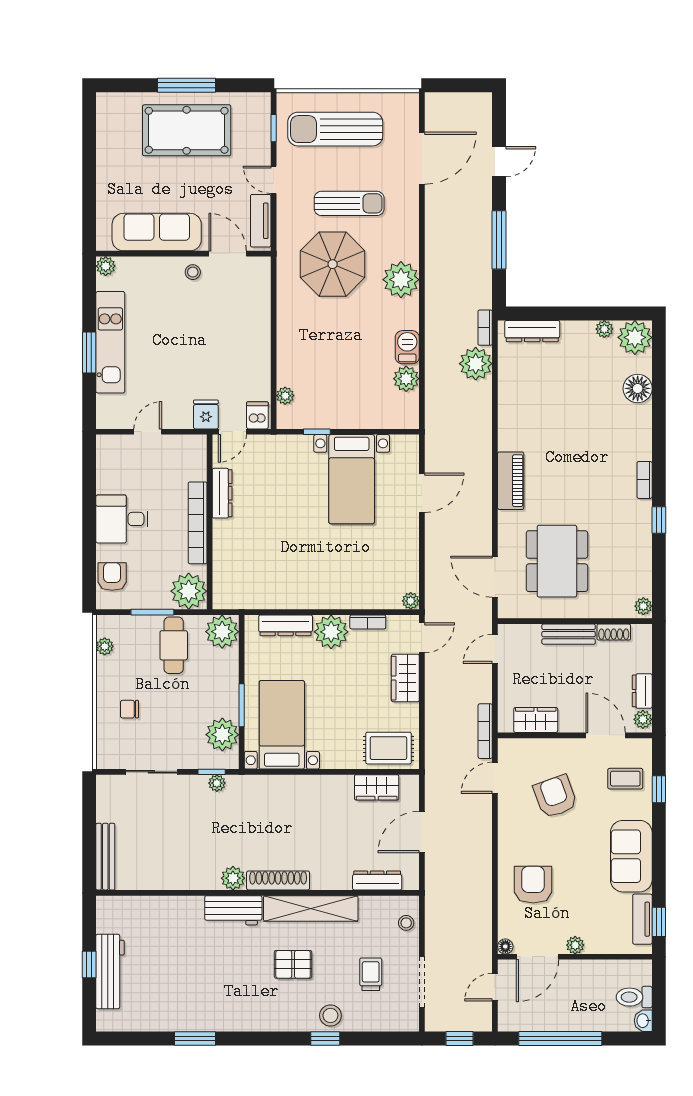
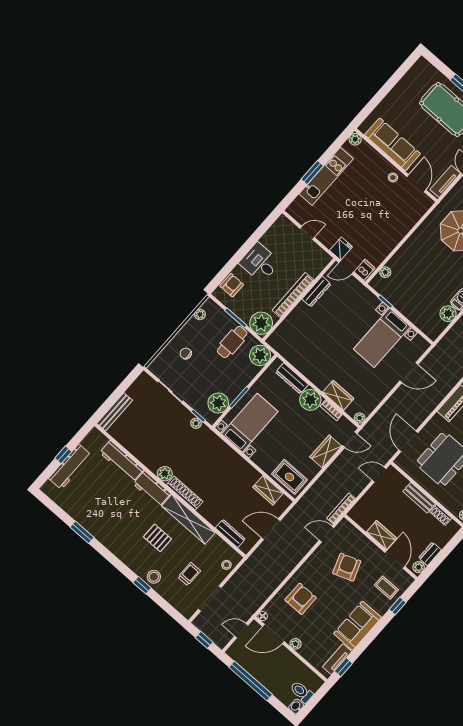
wardrobe: (360, 596) -> (338, 395), added
wardrobe: (536, 720) -> (382, 535), moved
workbench: (167, 909) -> (122, 461), added

